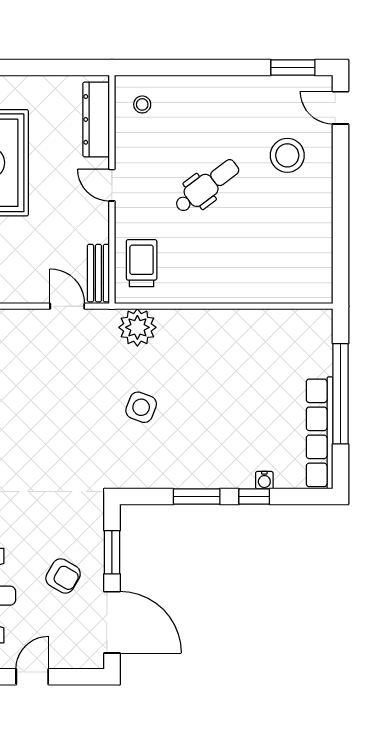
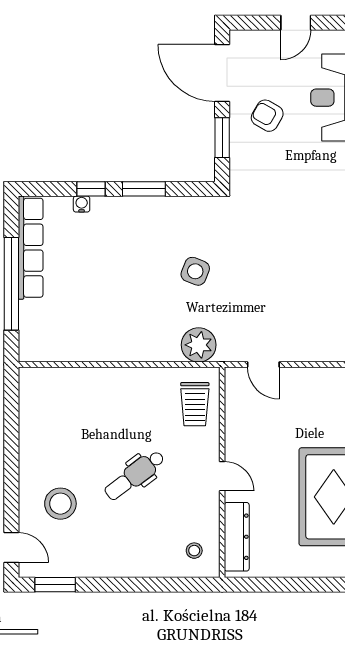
bench: (98, 273) -> (235, 395), removed

